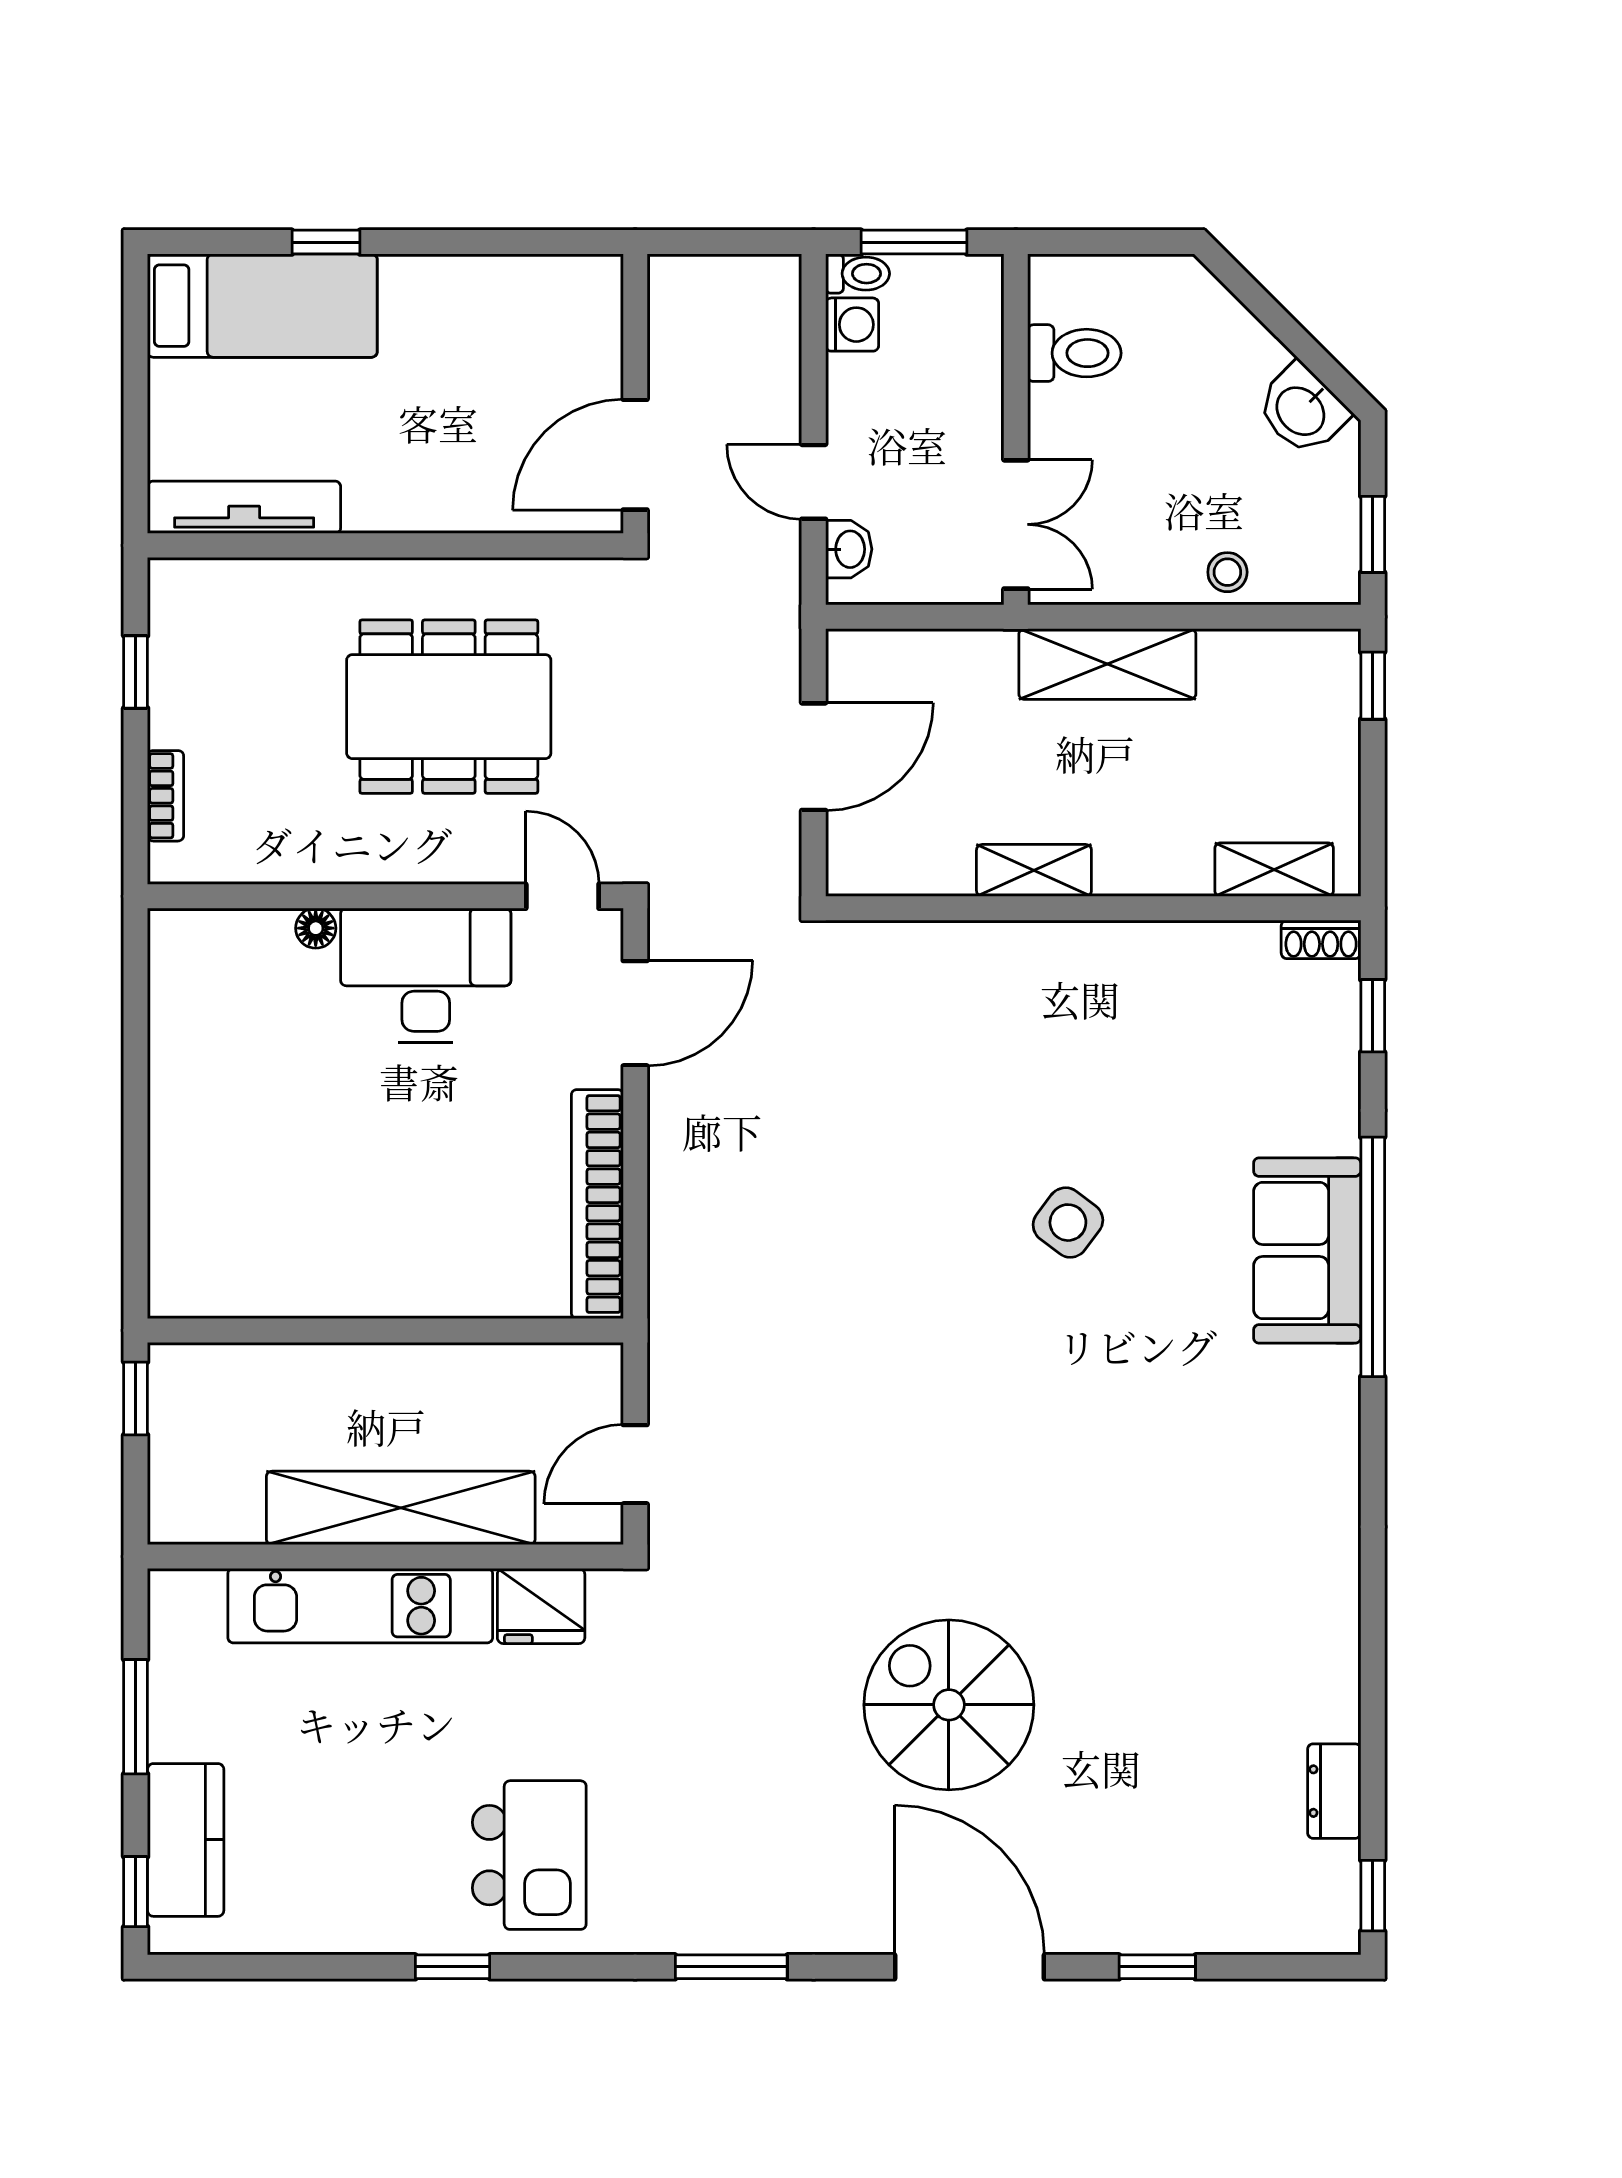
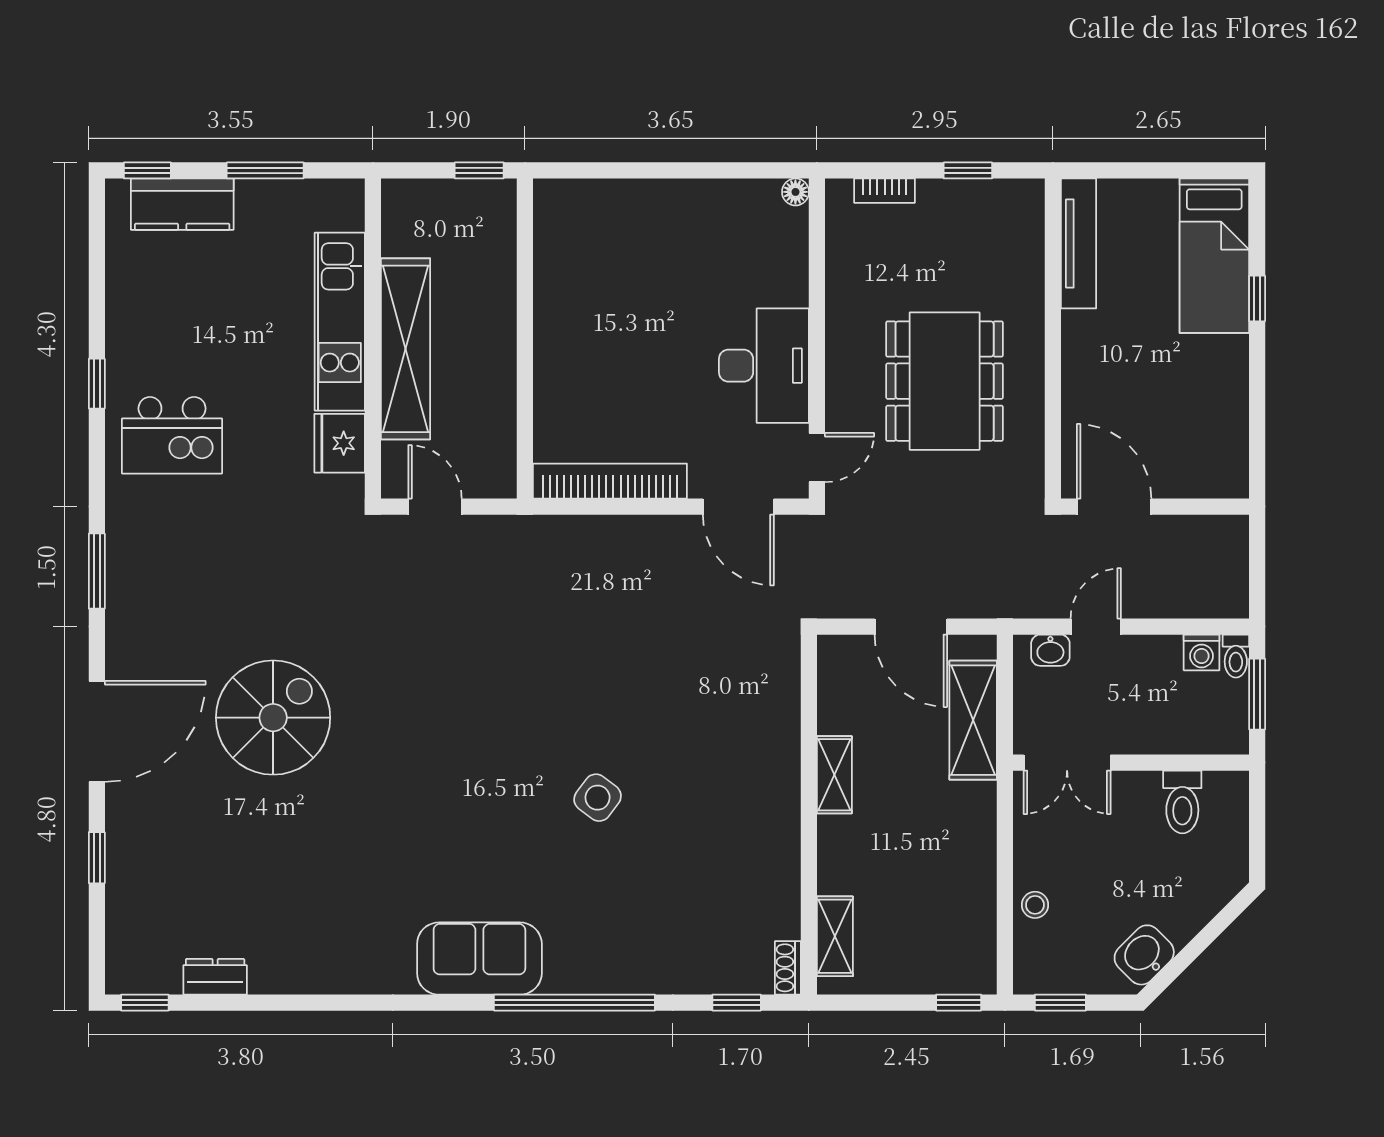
shelving: (1107, 664) -> (973, 720), moved
floor lamp: (316, 928) -> (795, 192), moved
sofa: (1307, 1250) -> (479, 959), moved

